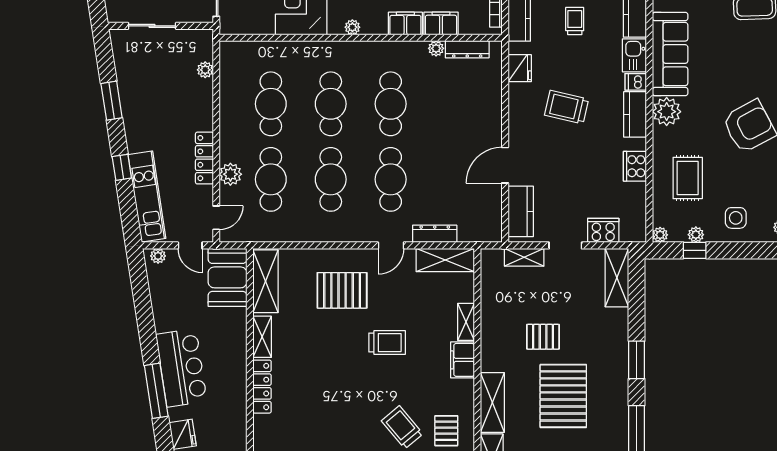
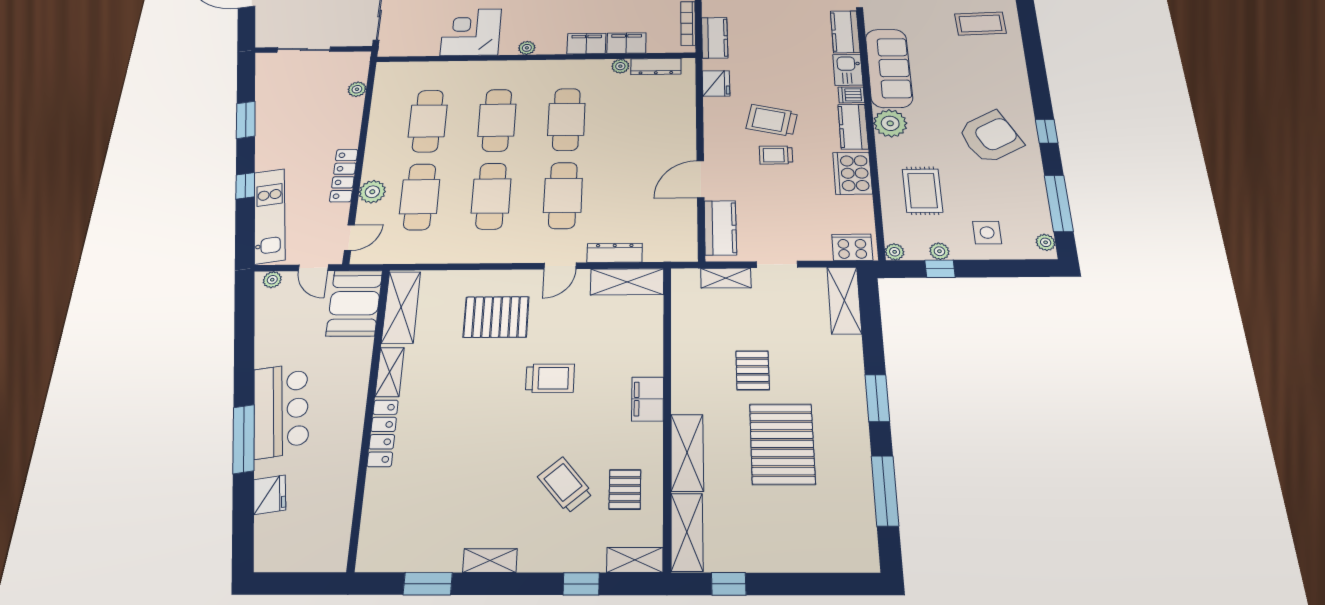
trolley: (575, 21) -> (776, 155), moved, turned -90
cooker: (635, 166) -> (852, 173), width x1.37, depth x1.31
cooker: (603, 230) -> (852, 247), moved
shelving: (466, 322) -> (653, 353), removed
pallet: (543, 337) -> (753, 370), turned 90

